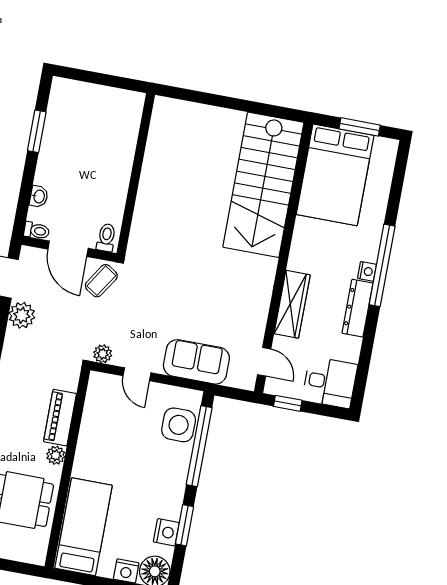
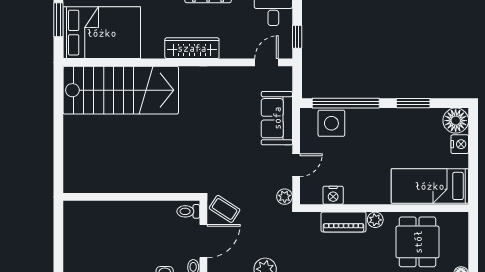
wardrobe: (292, 304) -> (192, 48), moved
nightstand: (166, 532) -> (333, 195), moved, turned 180

